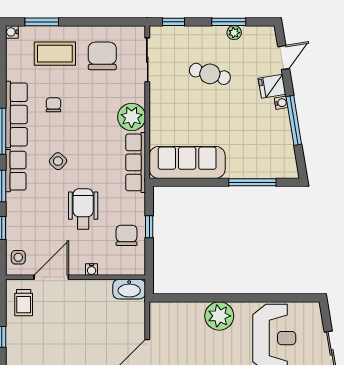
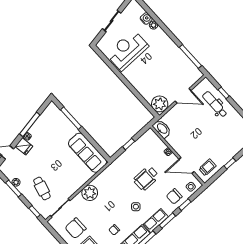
cafe table: (210, 74) -> (42, 189), moved
row of seats: (136, 162) -> (107, 174), removed
chair: (127, 235) -> (174, 196), moved
plant: (219, 316) -> (160, 104), moved

